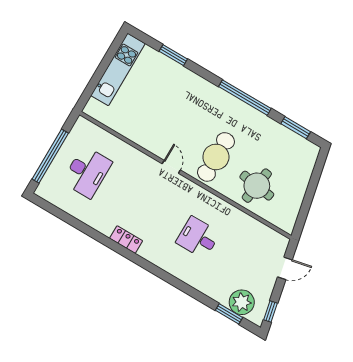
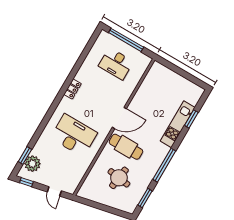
kitchen unit: (118, 69) -> (178, 124), moved, turned 90
door: (171, 167) -> (119, 118), width x1.87
round table: (257, 186) -> (119, 178), moved
desk: (198, 238) -> (74, 135), width x1.87, depth x1.30

